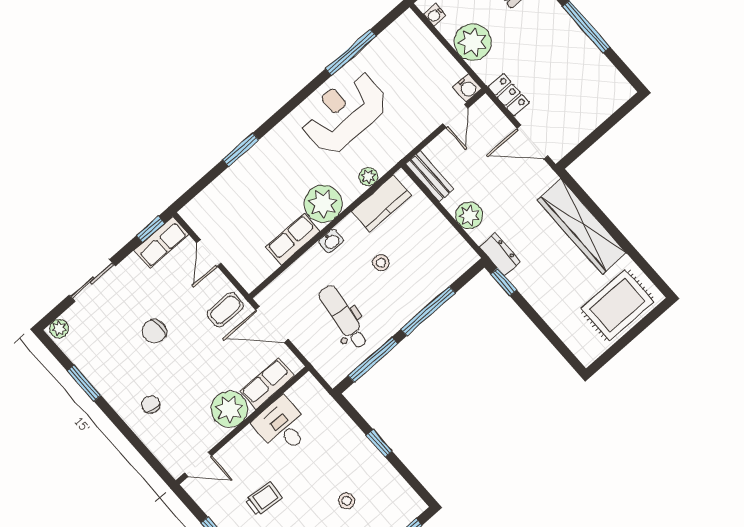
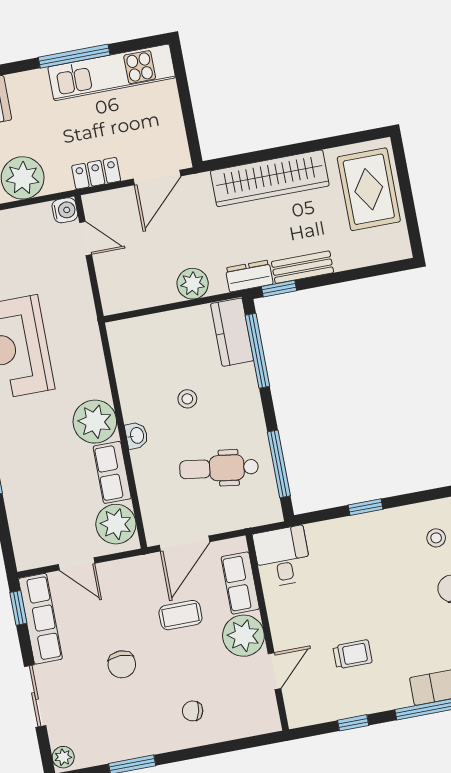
kitchen unit: (591, 62) -> (112, 72), added
bench: (430, 176) -> (302, 267), moved
plant: (368, 177) -> (116, 524), moved, width x1.88, depth x1.88
kitchen counter: (381, 203) -> (232, 332), moved, turned 180
row of seats: (161, 242) -> (40, 619), width x1.48
coffee table: (225, 310) -> (180, 615), moved, turned 90
window: (428, 311) -> (257, 351), moved
desk: (282, 426) -> (282, 557), moved, turned 90
door: (198, 464) -> (275, 671), moved
trolley: (264, 499) -> (352, 654), turned 85
stool: (347, 501) -> (436, 538), moved

